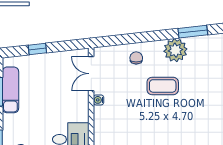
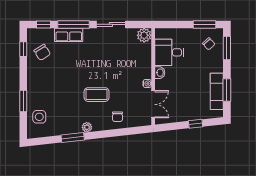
plant: (175, 50) -> (87, 127), width x0.53, depth x0.53
washbasin: (83, 114) -> (160, 73), added

